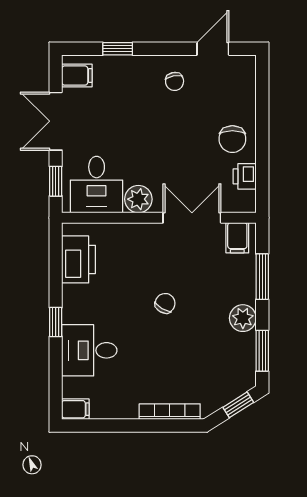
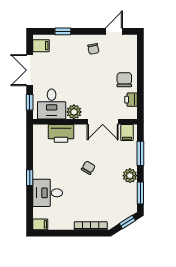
chair: (232, 139) -> (124, 80), turned 180
double door: (192, 218) -> (103, 122), swing flipped
printer: (79, 259) -> (61, 133), moved, turned 90

